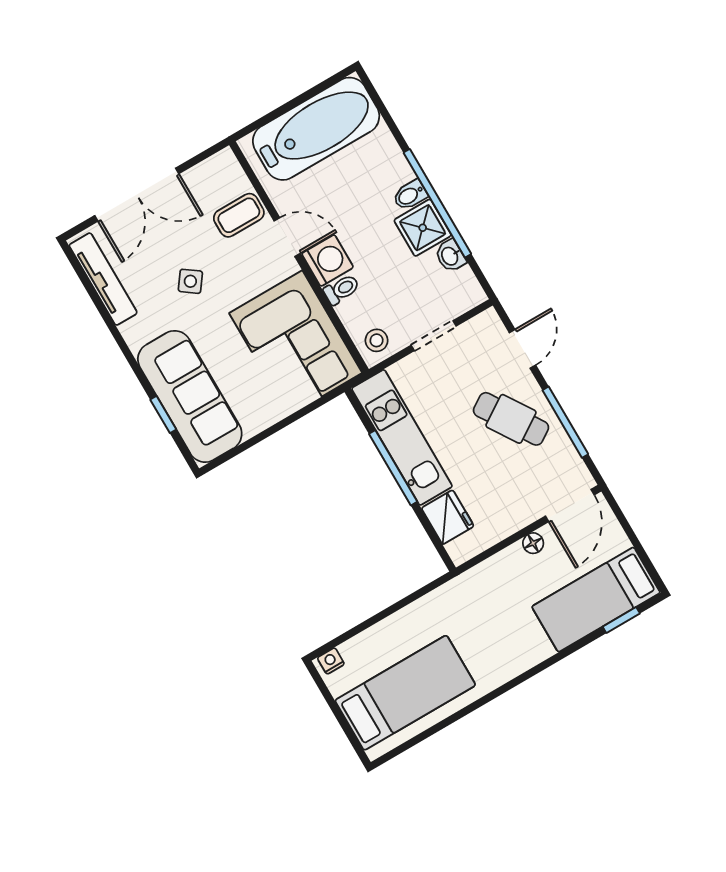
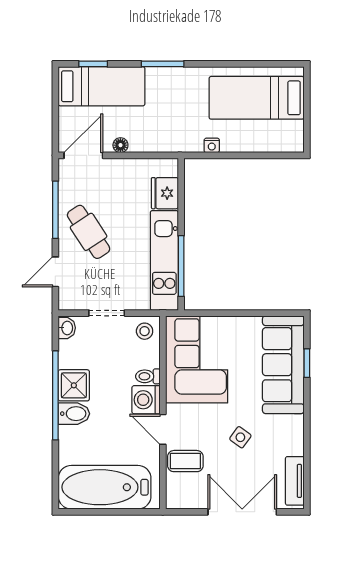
bidet: (410, 195) -> (74, 414), width x1.38, depth x1.36
washbasin: (450, 256) -> (67, 328), moved
tv unit: (103, 279) -> (295, 481), width x0.71
window: (393, 468) -> (181, 266), moved
nightstand: (331, 661) -> (212, 145), moved
window: (539, 668) -> (163, 64), added

